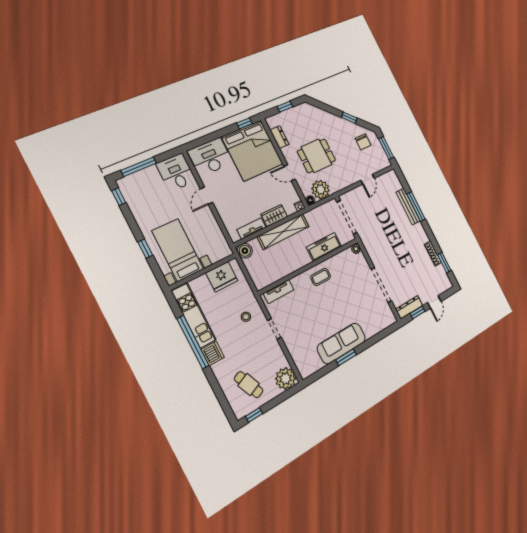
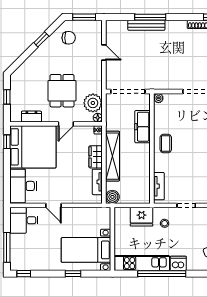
fridge: (222, 277) -> (142, 217), moved, turned 90

